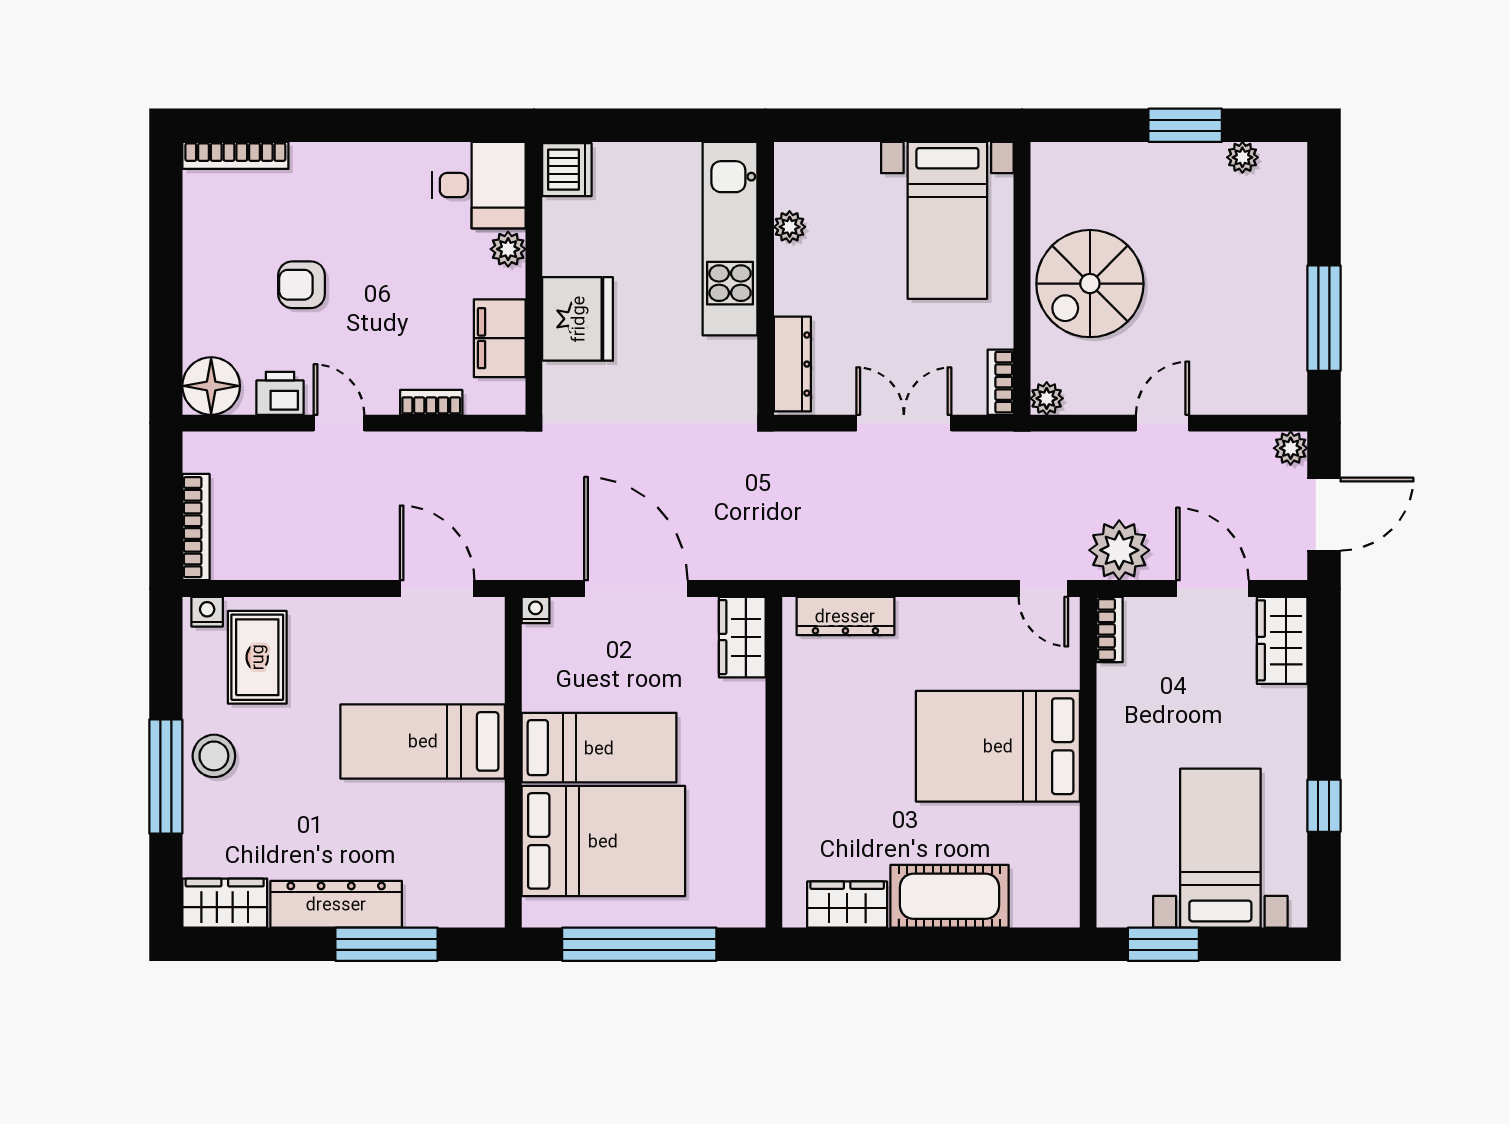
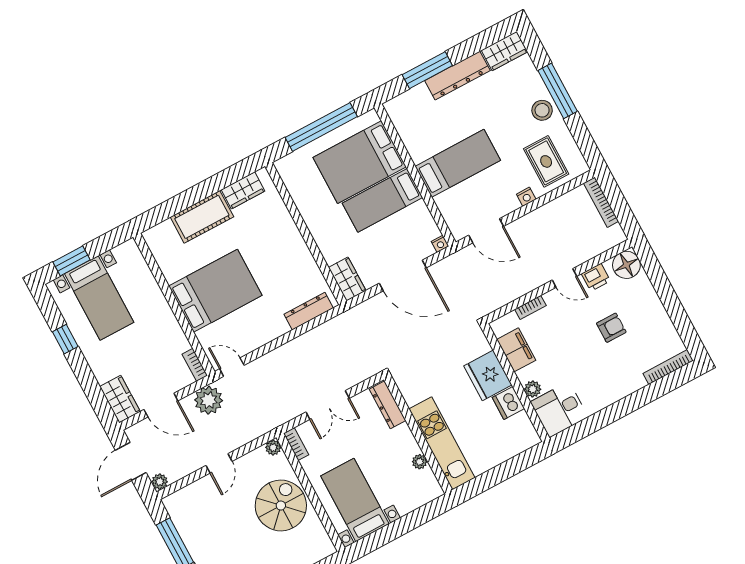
dishwasher: (567, 170) -> (508, 403), moved
nightstand: (207, 612) -> (526, 197), moved
window: (1163, 944) -> (71, 261), moved

